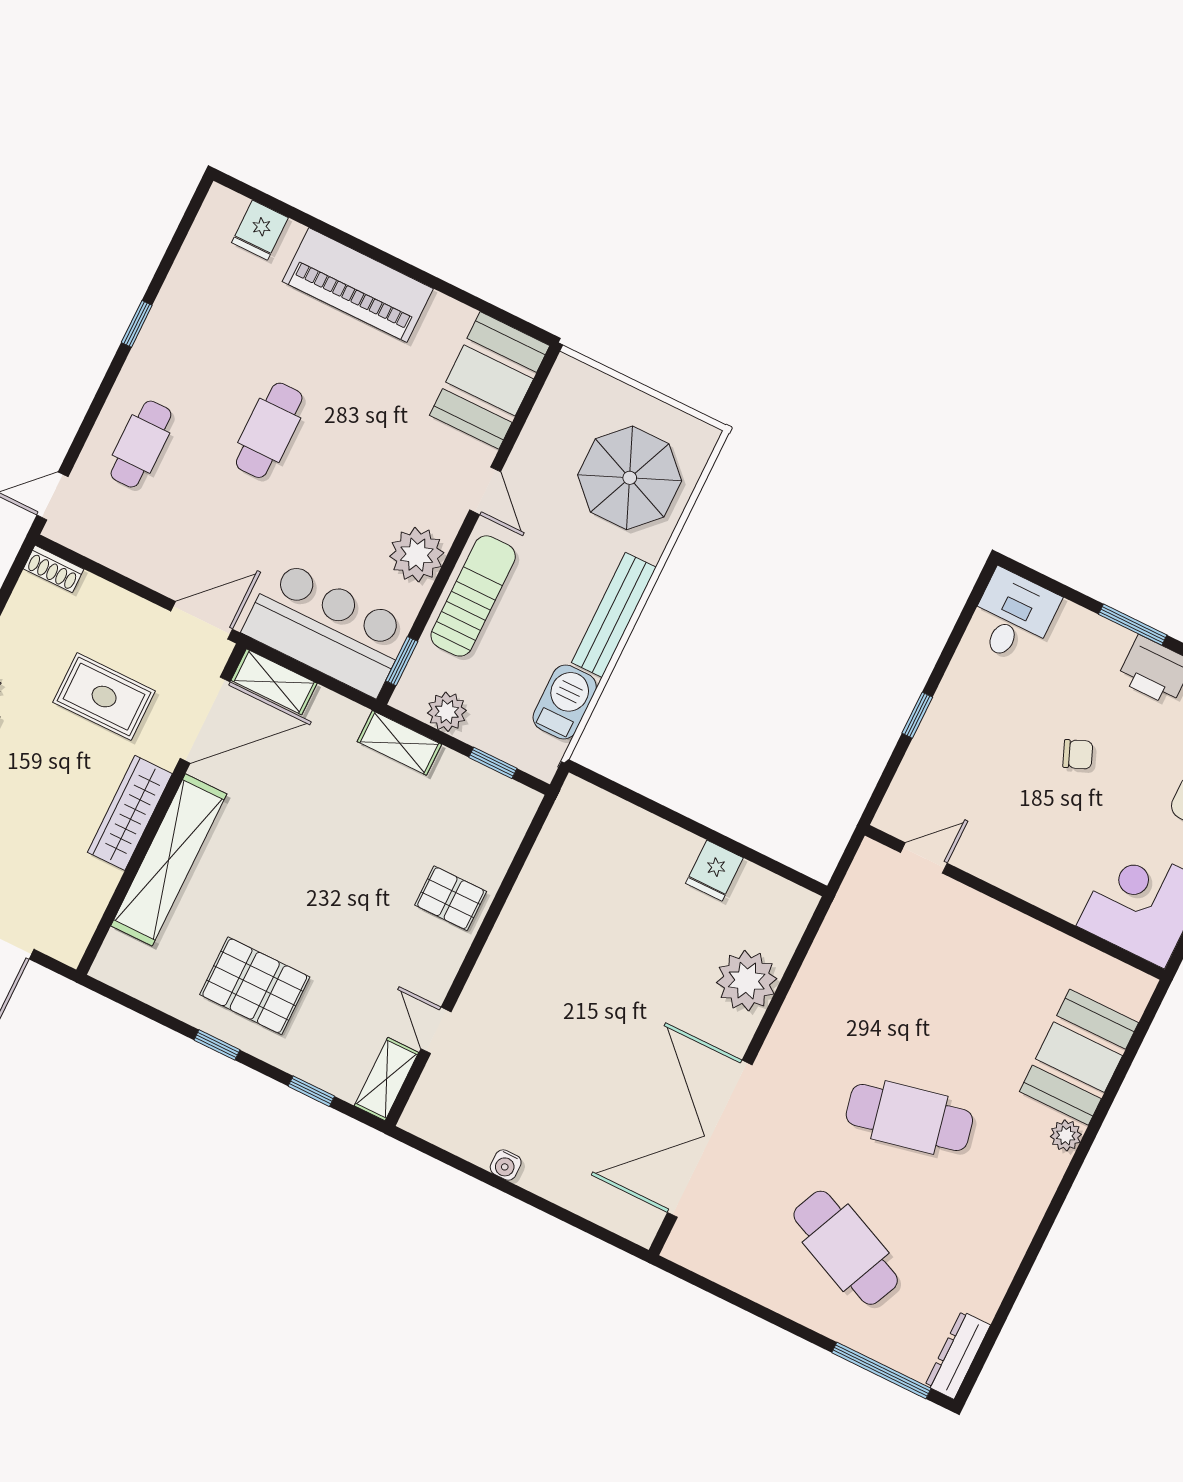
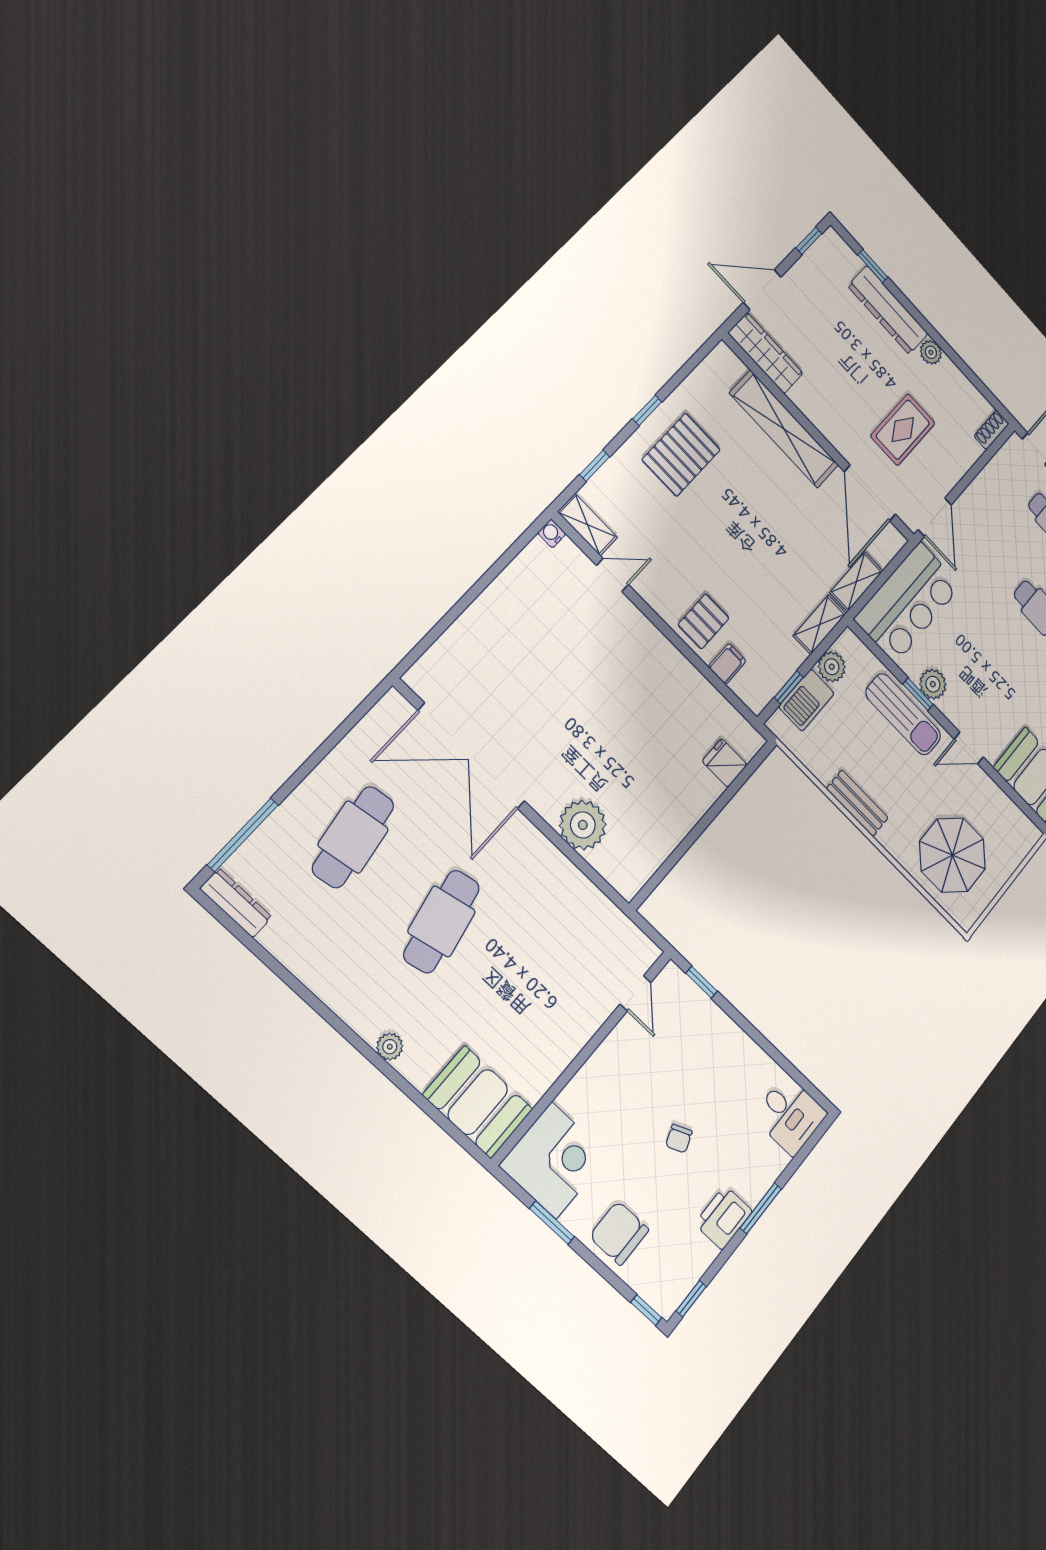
plant: (417, 555) -> (933, 684), width x0.73, depth x0.73
bench: (614, 615) -> (857, 803), width x0.73
window: (402, 661) -> (918, 694), moved
shelving: (274, 682) -> (856, 582), moved
barbecue: (565, 702) -> (806, 700), moved, turned 90
window: (917, 715) -> (702, 982), moved
wardrobe: (130, 813) -> (766, 353), moved
filing cabinet: (492, 853) -> (727, 664), added
fridge: (714, 871) -> (725, 763), moved
booth: (1079, 1057) -> (478, 1102), moved
double door: (710, 1139) -> (471, 756), swing flipped
water cooler: (506, 1165) -> (552, 533), moved
cafe table: (846, 1248) -> (353, 837), turned -33

